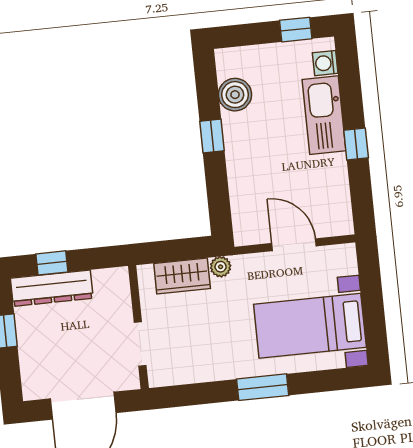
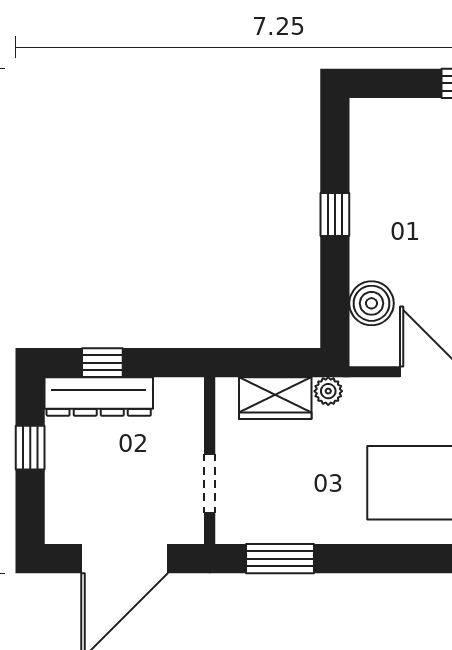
boiler: (235, 95) -> (371, 303), moved
window: (263, 387) -> (280, 559), moved

